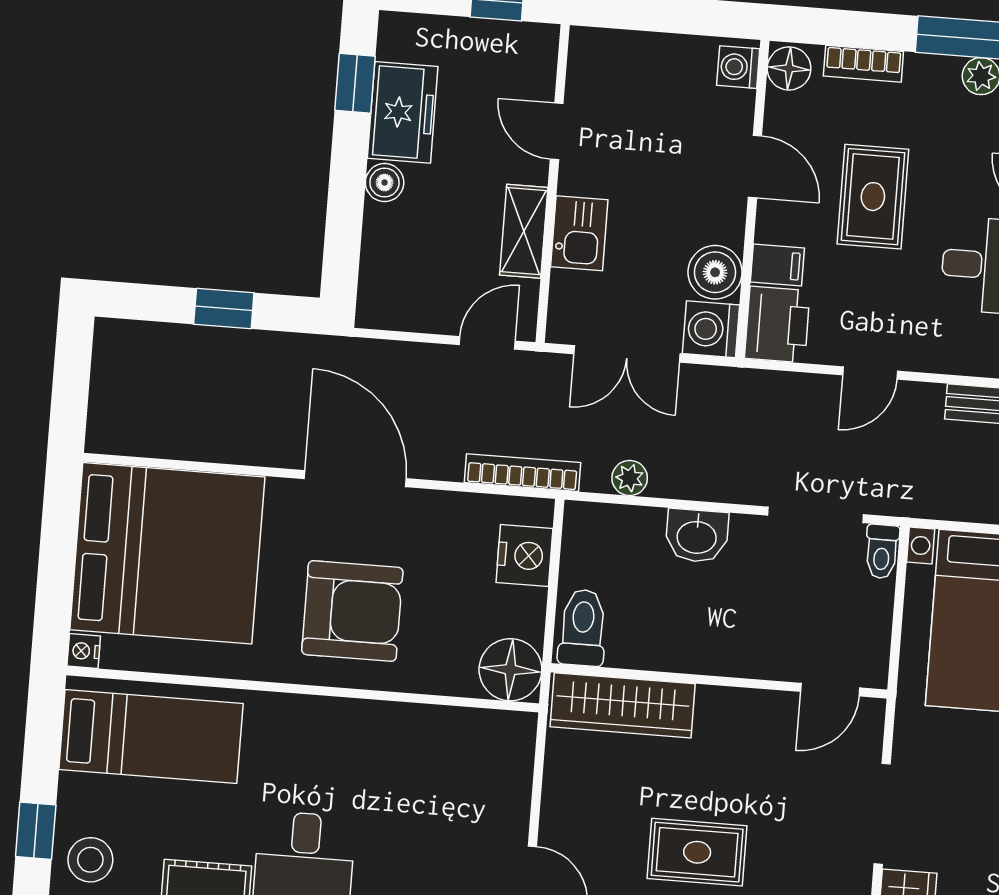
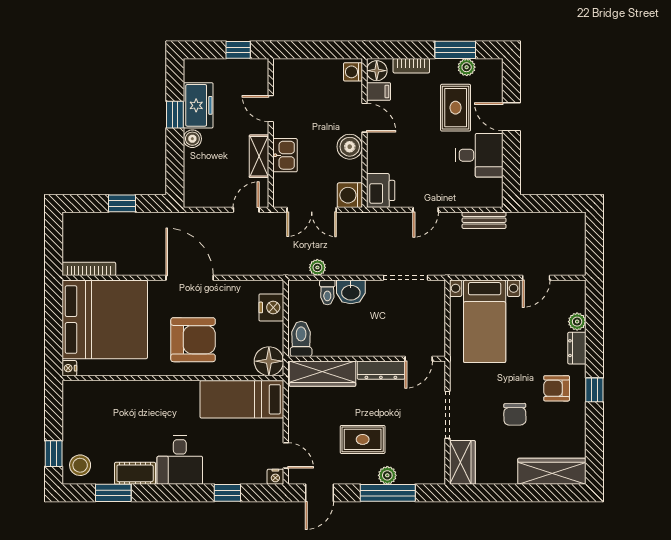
window: (355, 83) -> (175, 115), moved
rug: (873, 197) -> (456, 108), moved
filing cabinet: (777, 265) -> (379, 91), moved
boiler: (715, 272) -> (350, 147), moved
bookcase: (522, 473) -> (89, 269), moved
toilet: (882, 551) -> (327, 292), moved
dresser: (748, 708) -> (381, 370), added
bed: (151, 736) -> (242, 399), moved, turned 180

